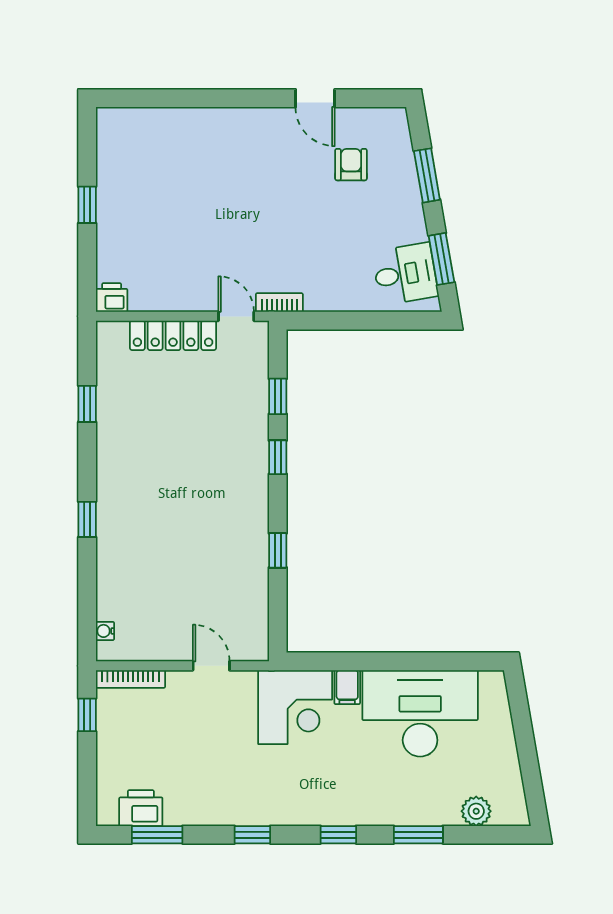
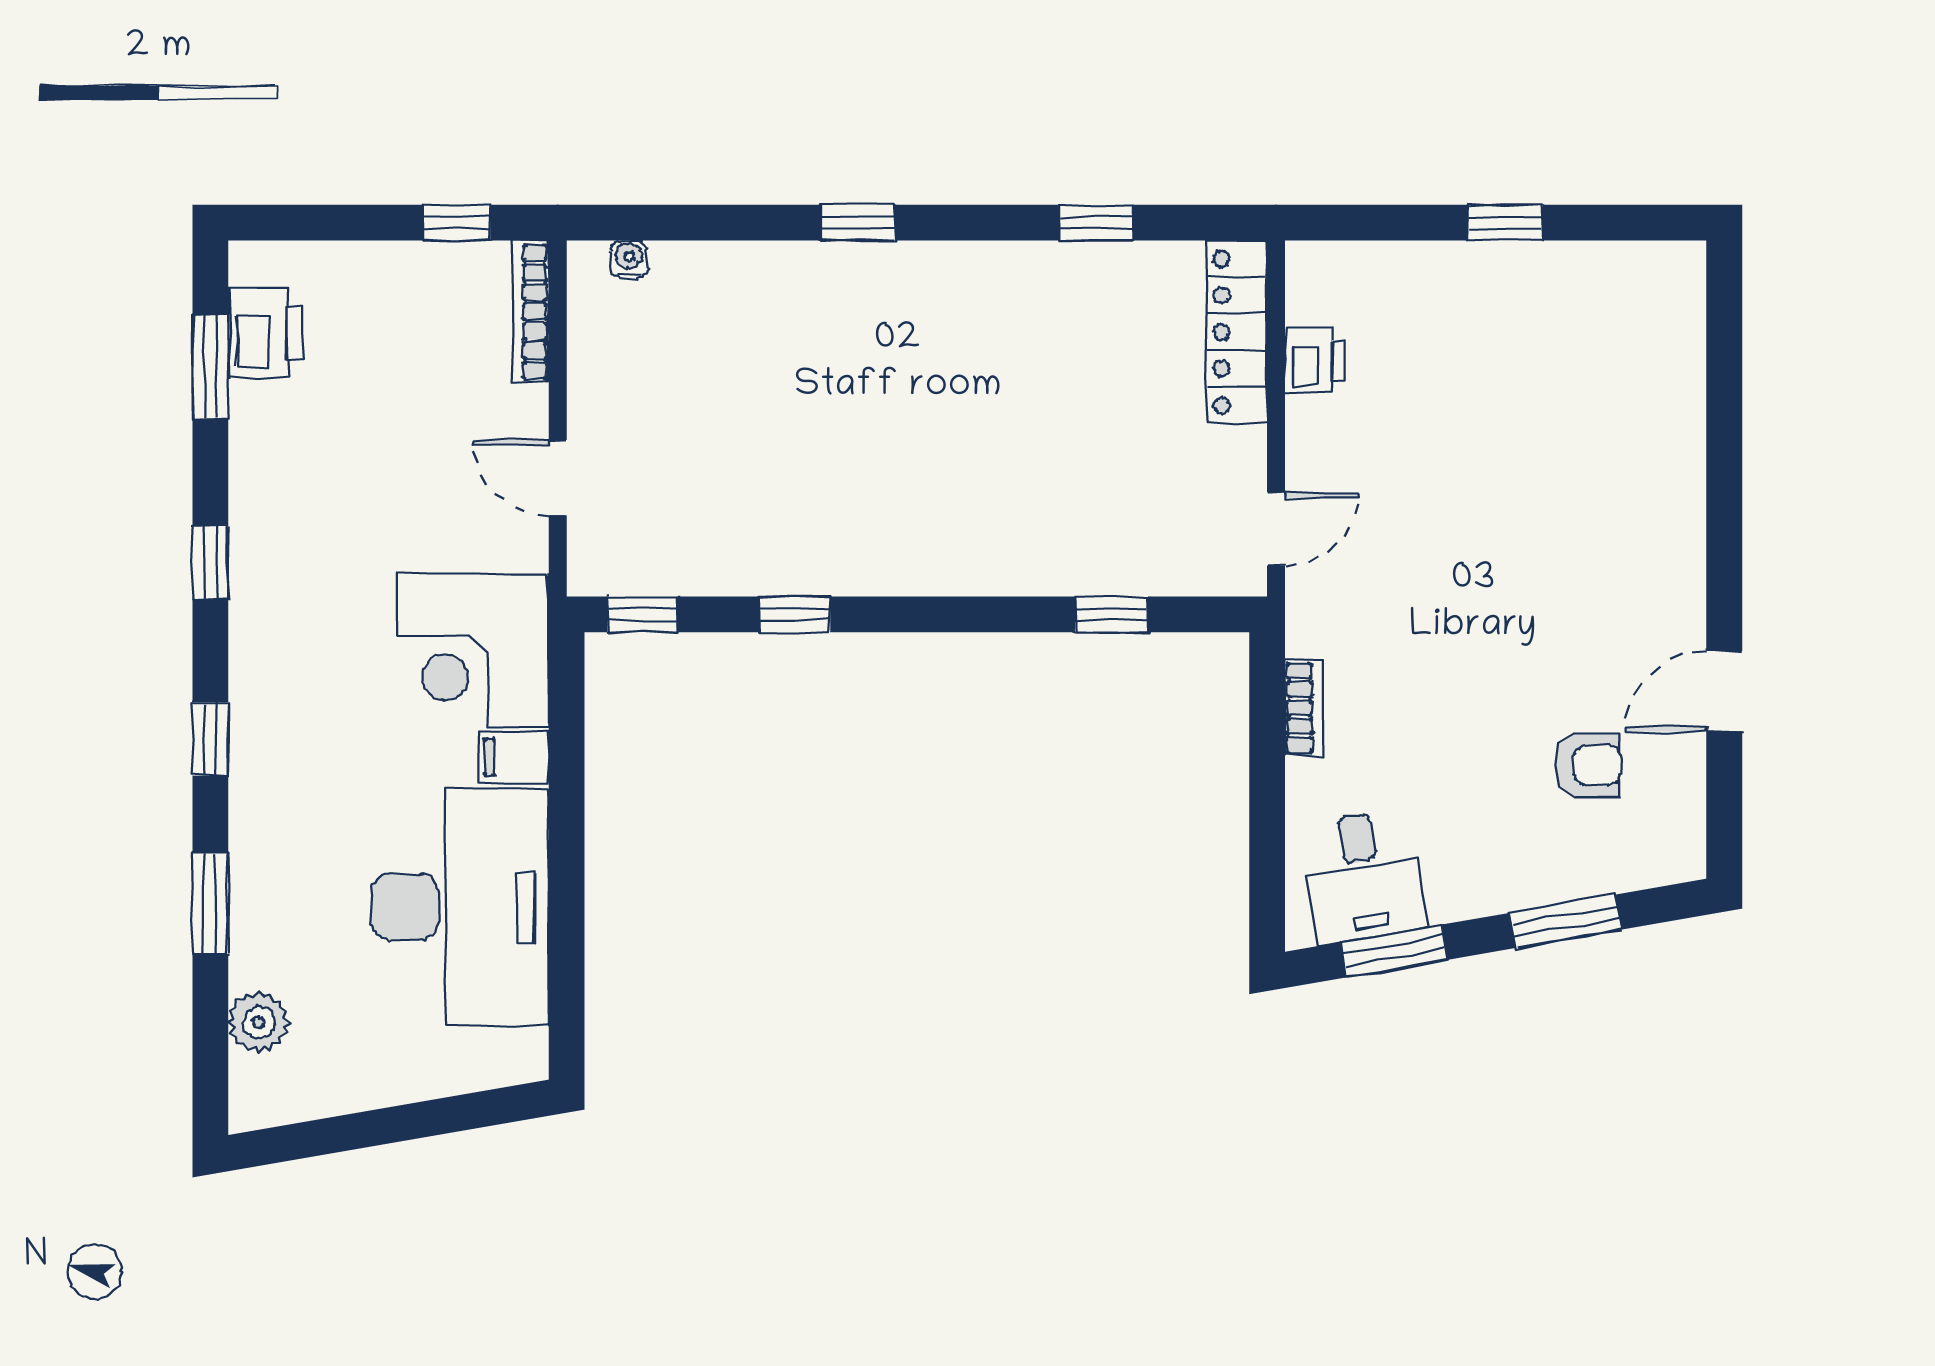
printer: (112, 298) -> (1314, 360), moved
bookcase: (279, 303) -> (1304, 708), moved
locker: (173, 335) -> (1237, 332), moved
window: (278, 457) -> (642, 614), moved
door: (211, 666) -> (558, 478), swing flipped

